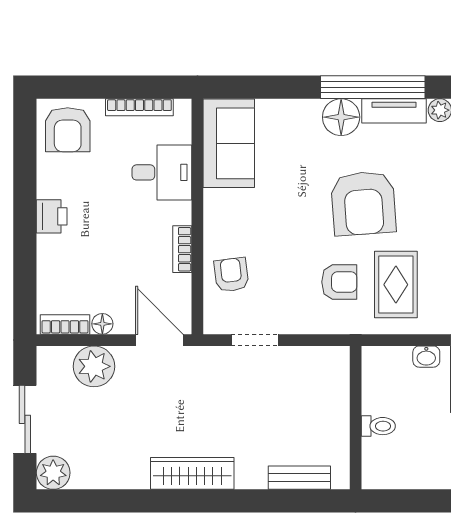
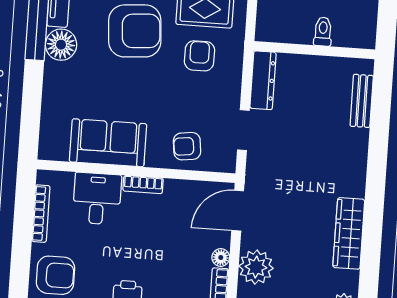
sofa: (229, 143) -> (108, 143), moved
bookcase: (182, 249) -> (143, 185), moved
dresser: (316, 359) -> (263, 80), added
wardrobe: (192, 473) -> (349, 233), moved

